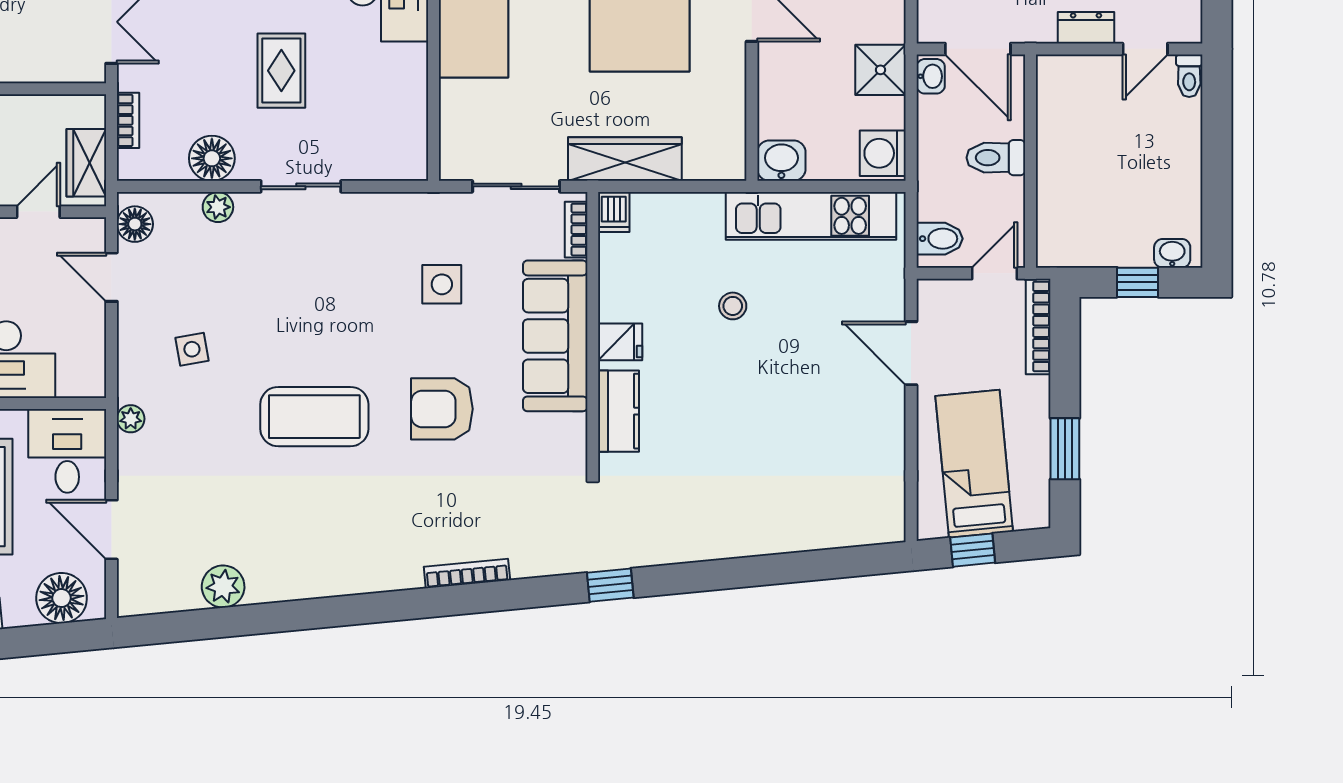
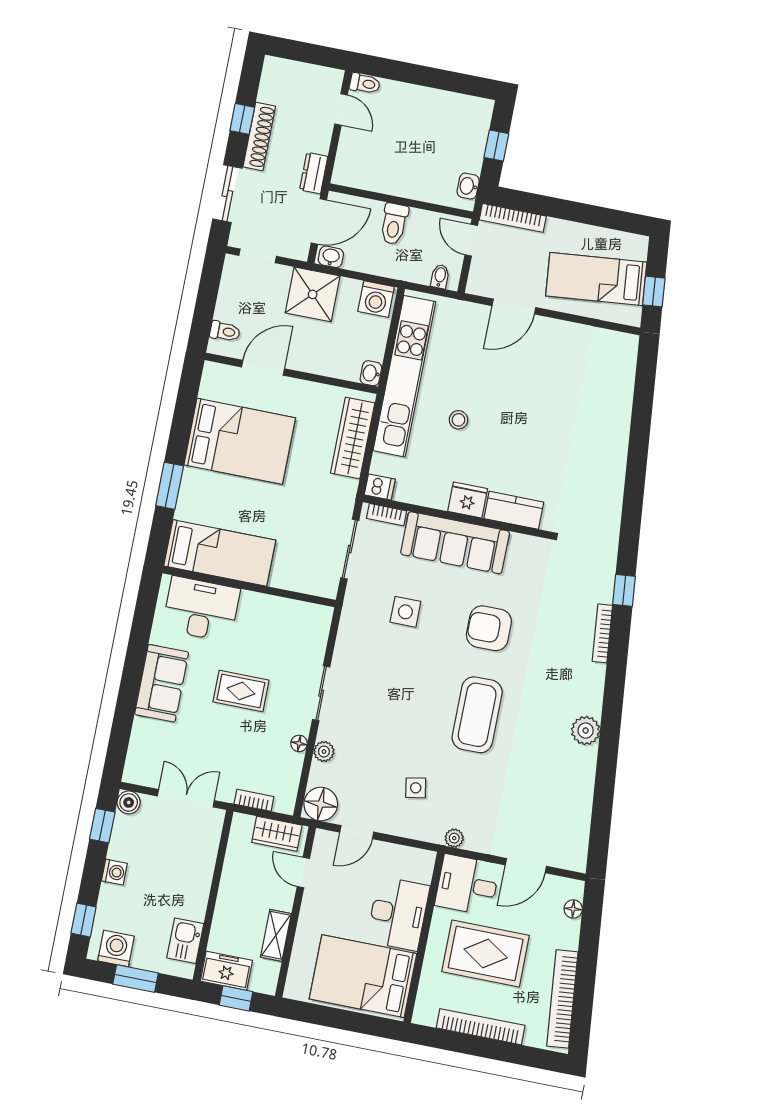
dresser: (1086, 28) -> (314, 173), moved
shower: (881, 70) -> (313, 294), width x1.36, depth x1.36
floor lamp: (212, 158) -> (299, 743), width x0.53, depth x0.53
wardrobe: (625, 159) -> (353, 438), moved
washbasin: (781, 161) -> (371, 373), width x0.72, depth x0.69
kitchen unit: (811, 216) -> (404, 376), width x1.36
floor lamp: (135, 224) -> (321, 804), width x1.38, depth x1.38
bidet: (940, 239) -> (440, 276), width x0.72, depth x0.74
washbasin: (1172, 253) -> (468, 186), moved
fridge: (620, 342) -> (468, 500), width x1.38
armchair: (442, 409) -> (489, 628), turned 90
window: (1065, 449) -> (598, 216), removed
window: (610, 585) -> (624, 590), moved
plant: (223, 587) -> (586, 731), moved
floor lamp: (62, 598) -> (573, 909), width x0.53, depth x0.53

